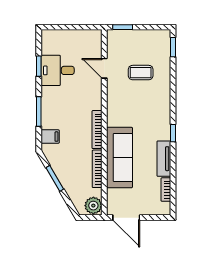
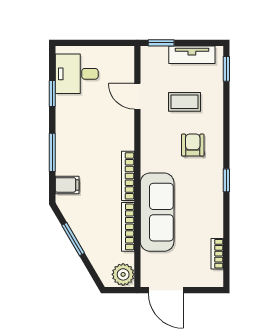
desk: (58, 70) -> (77, 74), moved
armchair: (147, 106) -> (193, 145), added
tv unit: (164, 159) -> (192, 55), moved, turned -90

